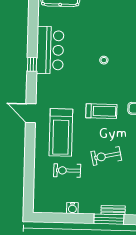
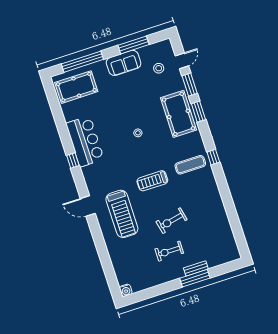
treadmill: (101, 111) -> (152, 181), turned 180
exercise bike: (67, 170) -> (169, 251), moved
water cooler: (72, 208) -> (126, 290), moved

